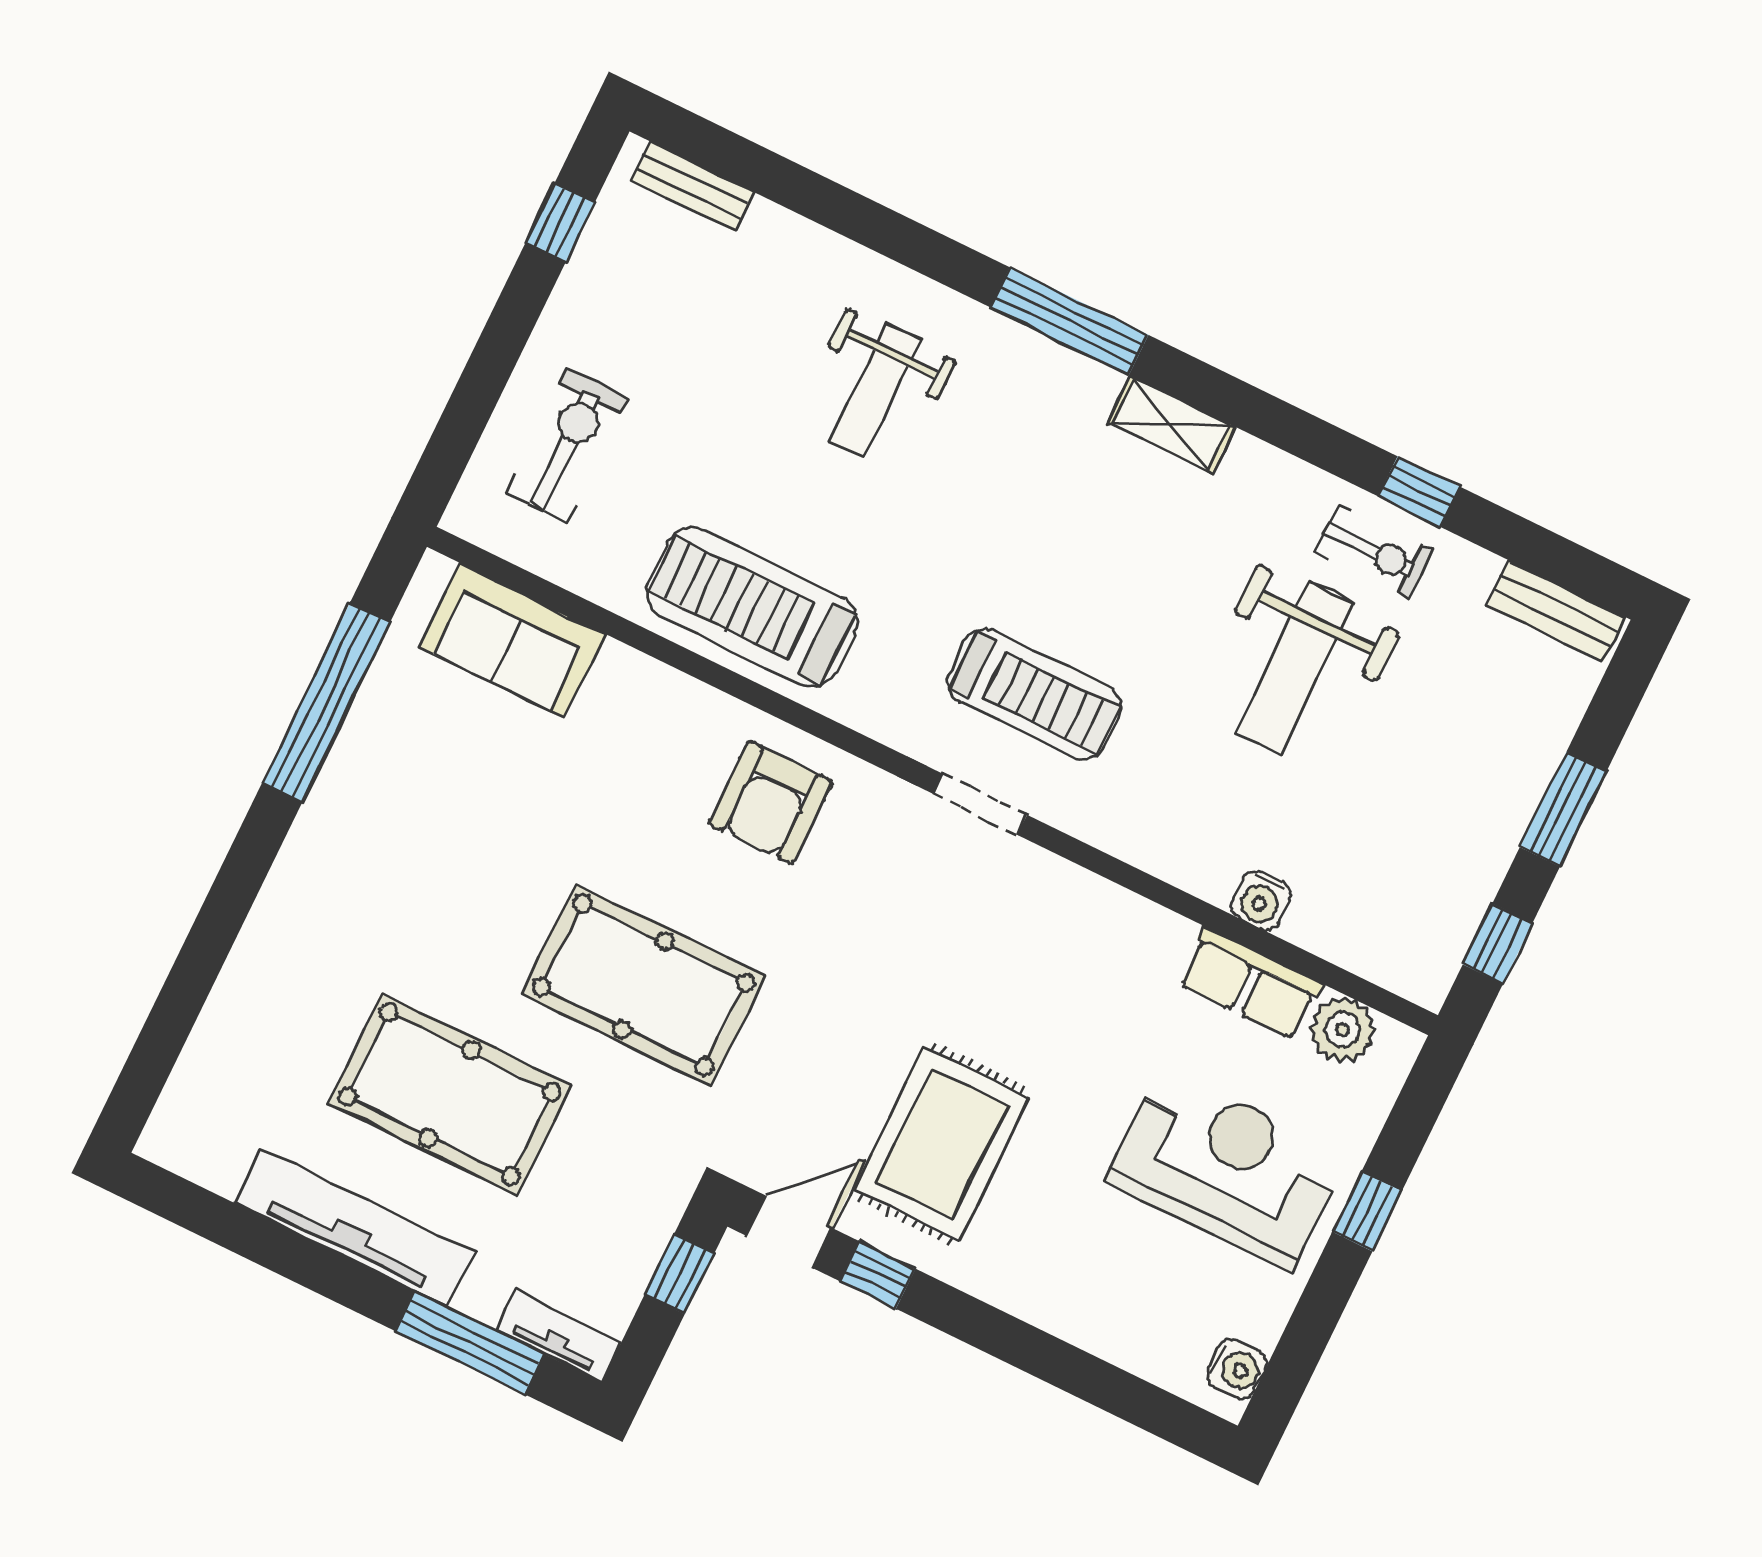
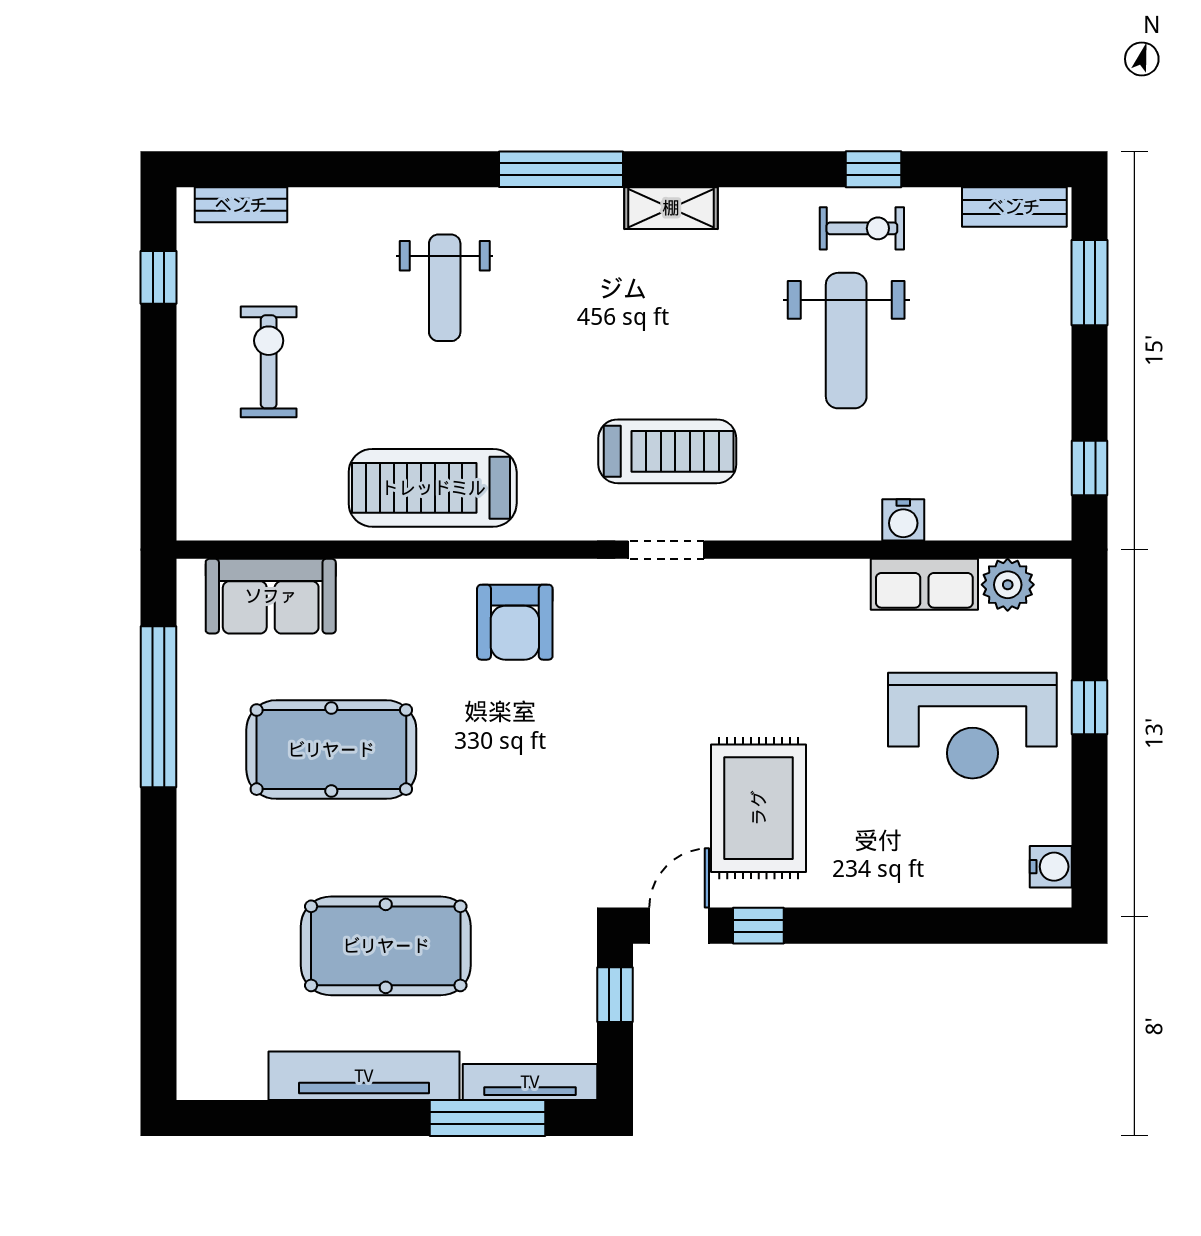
exercise bike: (567, 445) -> (269, 362), moved
window: (1563, 809) -> (1090, 283), moved
pool table: (644, 985) -> (331, 750), moved
reception desk: (1226, 1168) -> (972, 726), turned 180
tv unit: (559, 1336) -> (530, 1082), width x1.41

